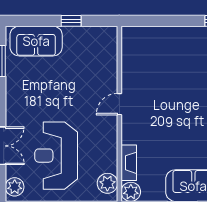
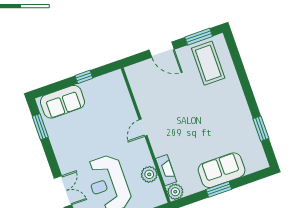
door: (173, 21) -> (162, 50), added
plant: (107, 183) -> (149, 174), moved

